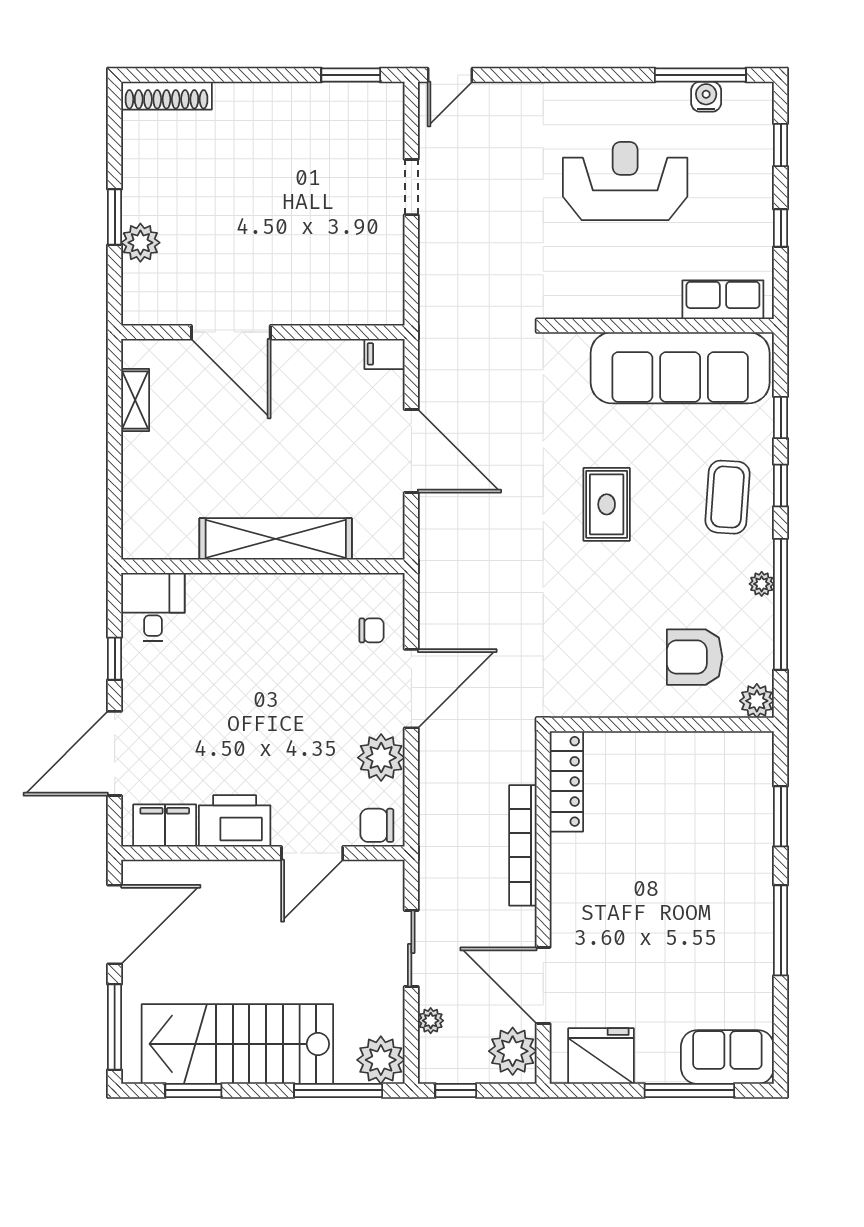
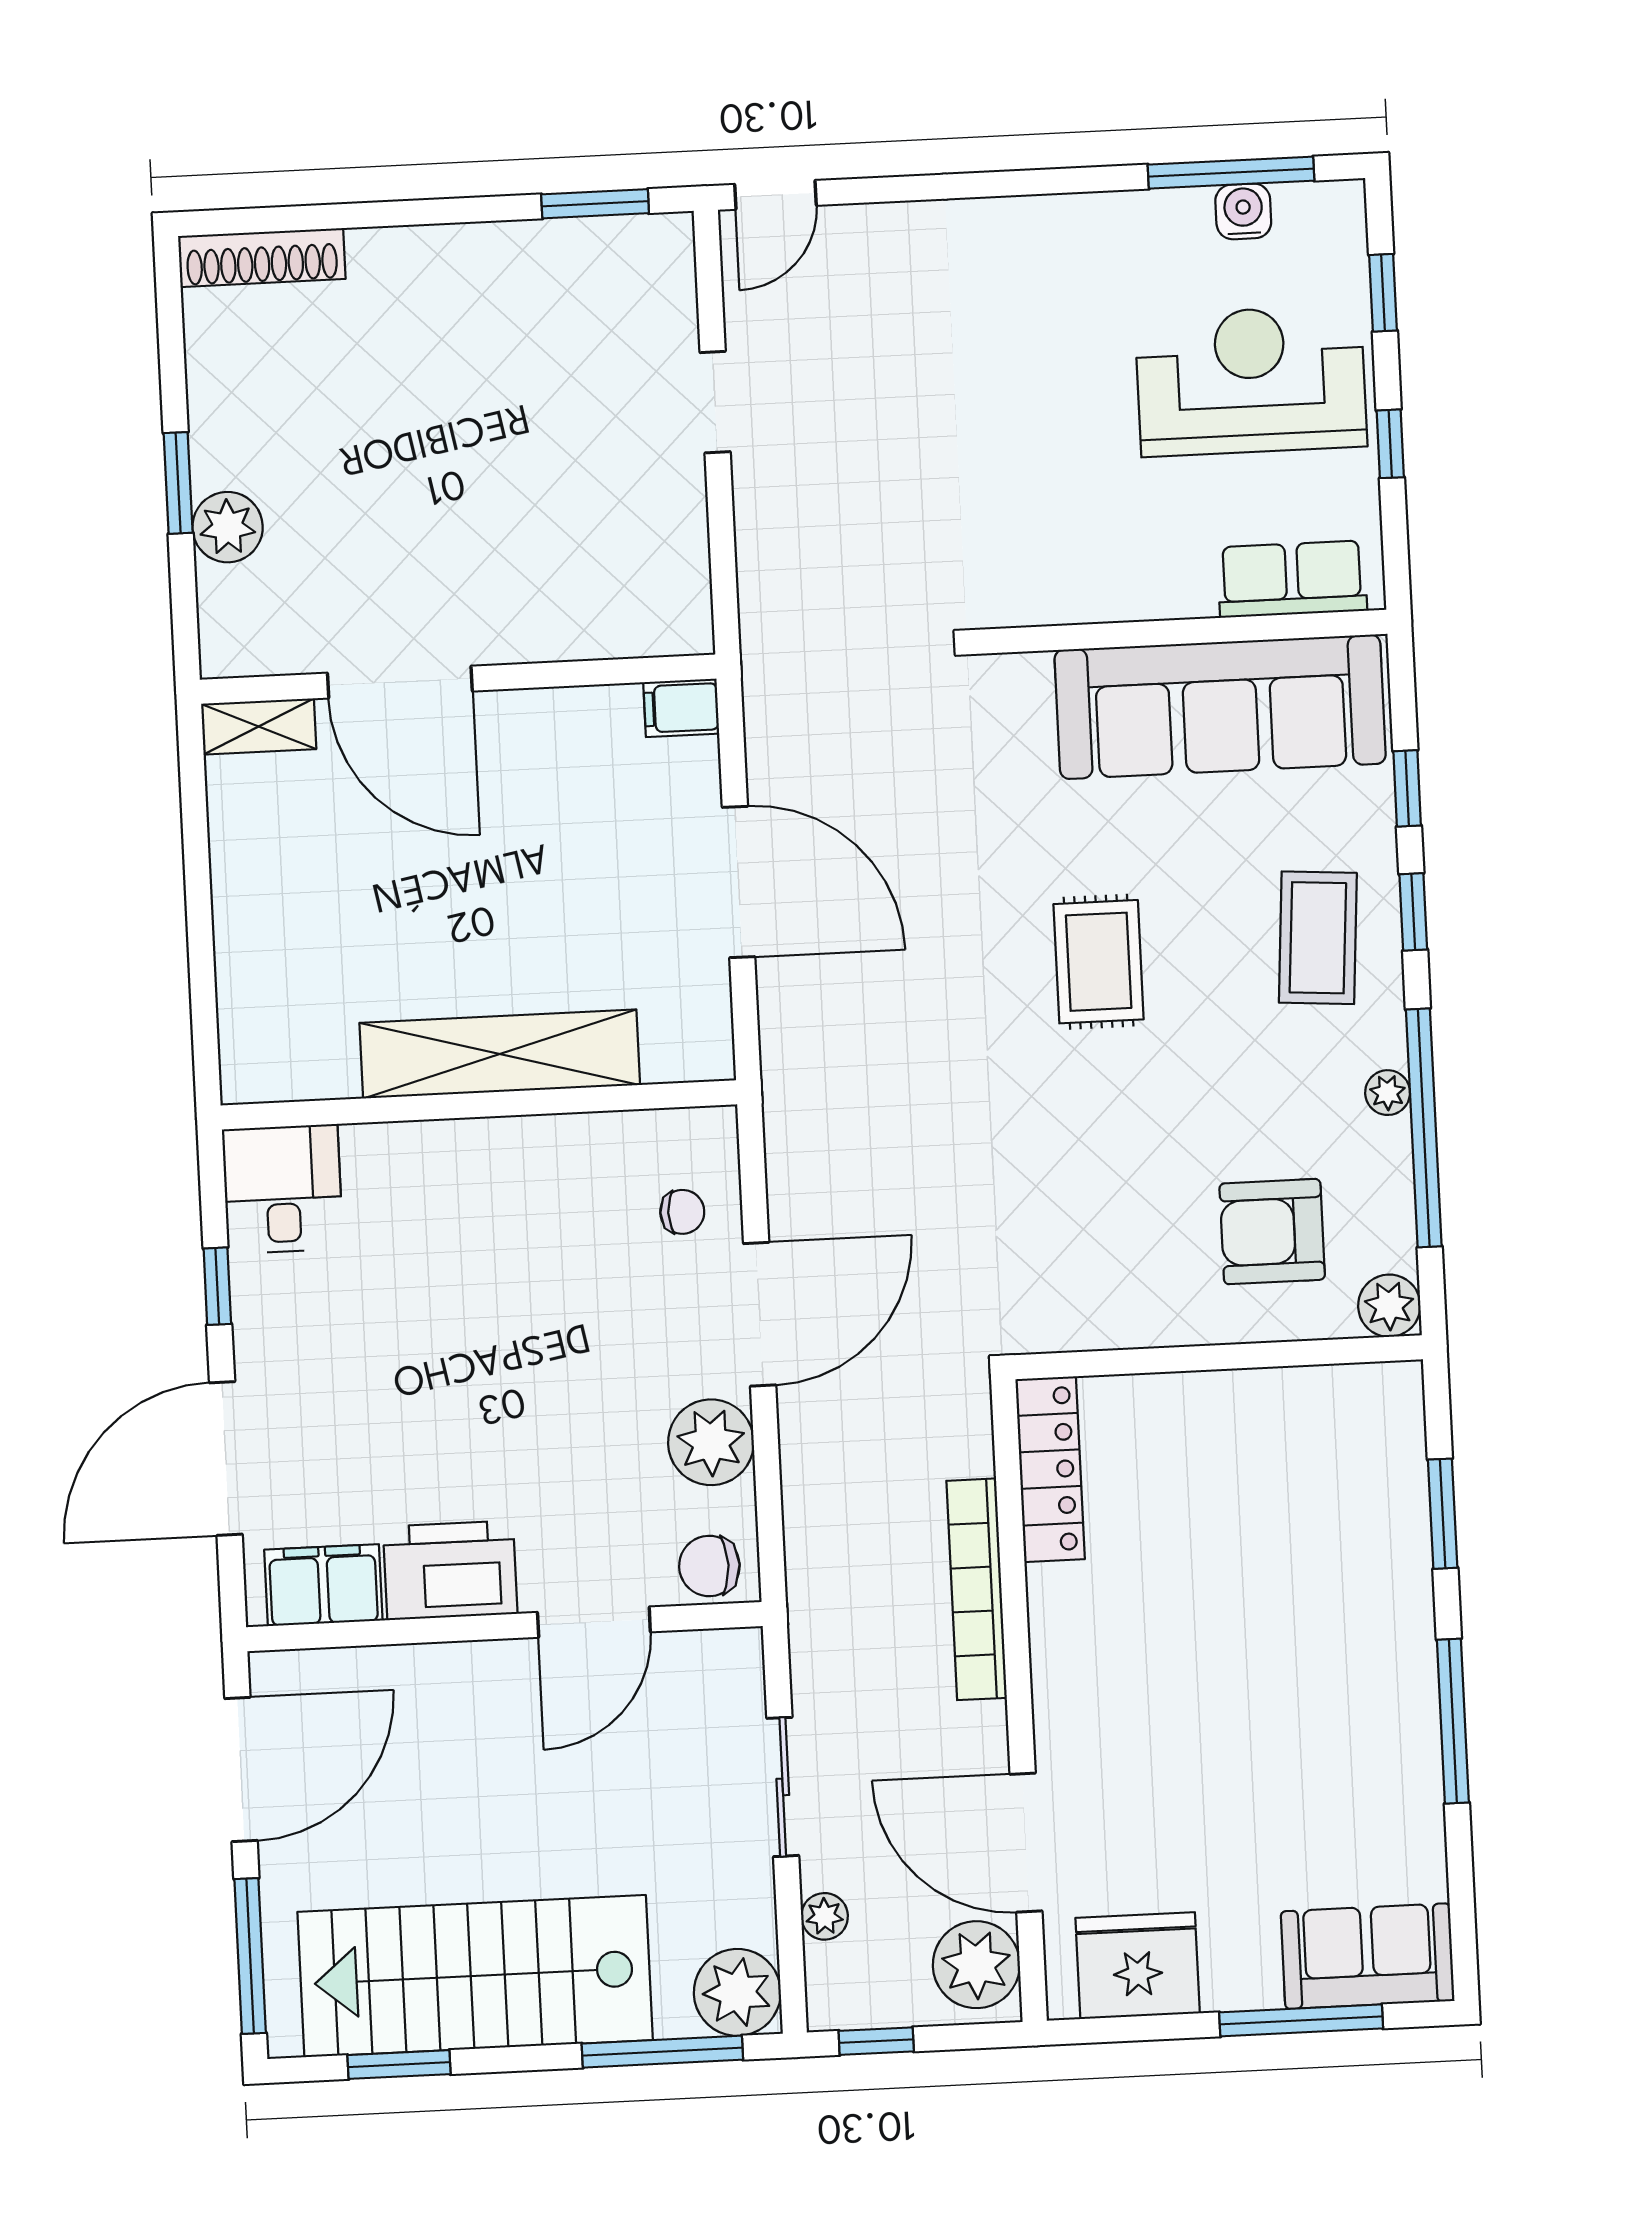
reception desk: (625, 181) -> (1251, 381), moved
shelving: (135, 400) -> (259, 726), moved, turned 90

